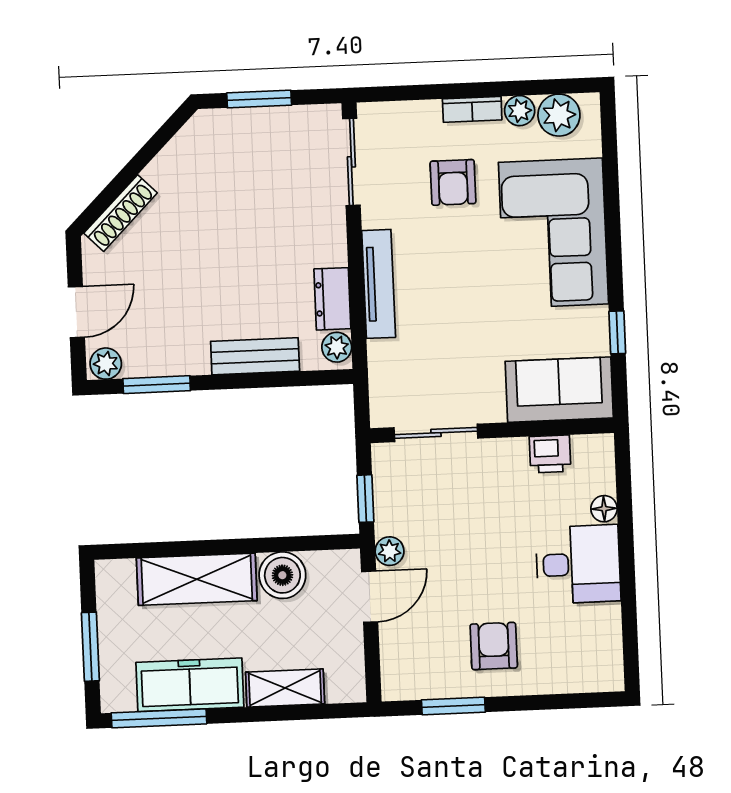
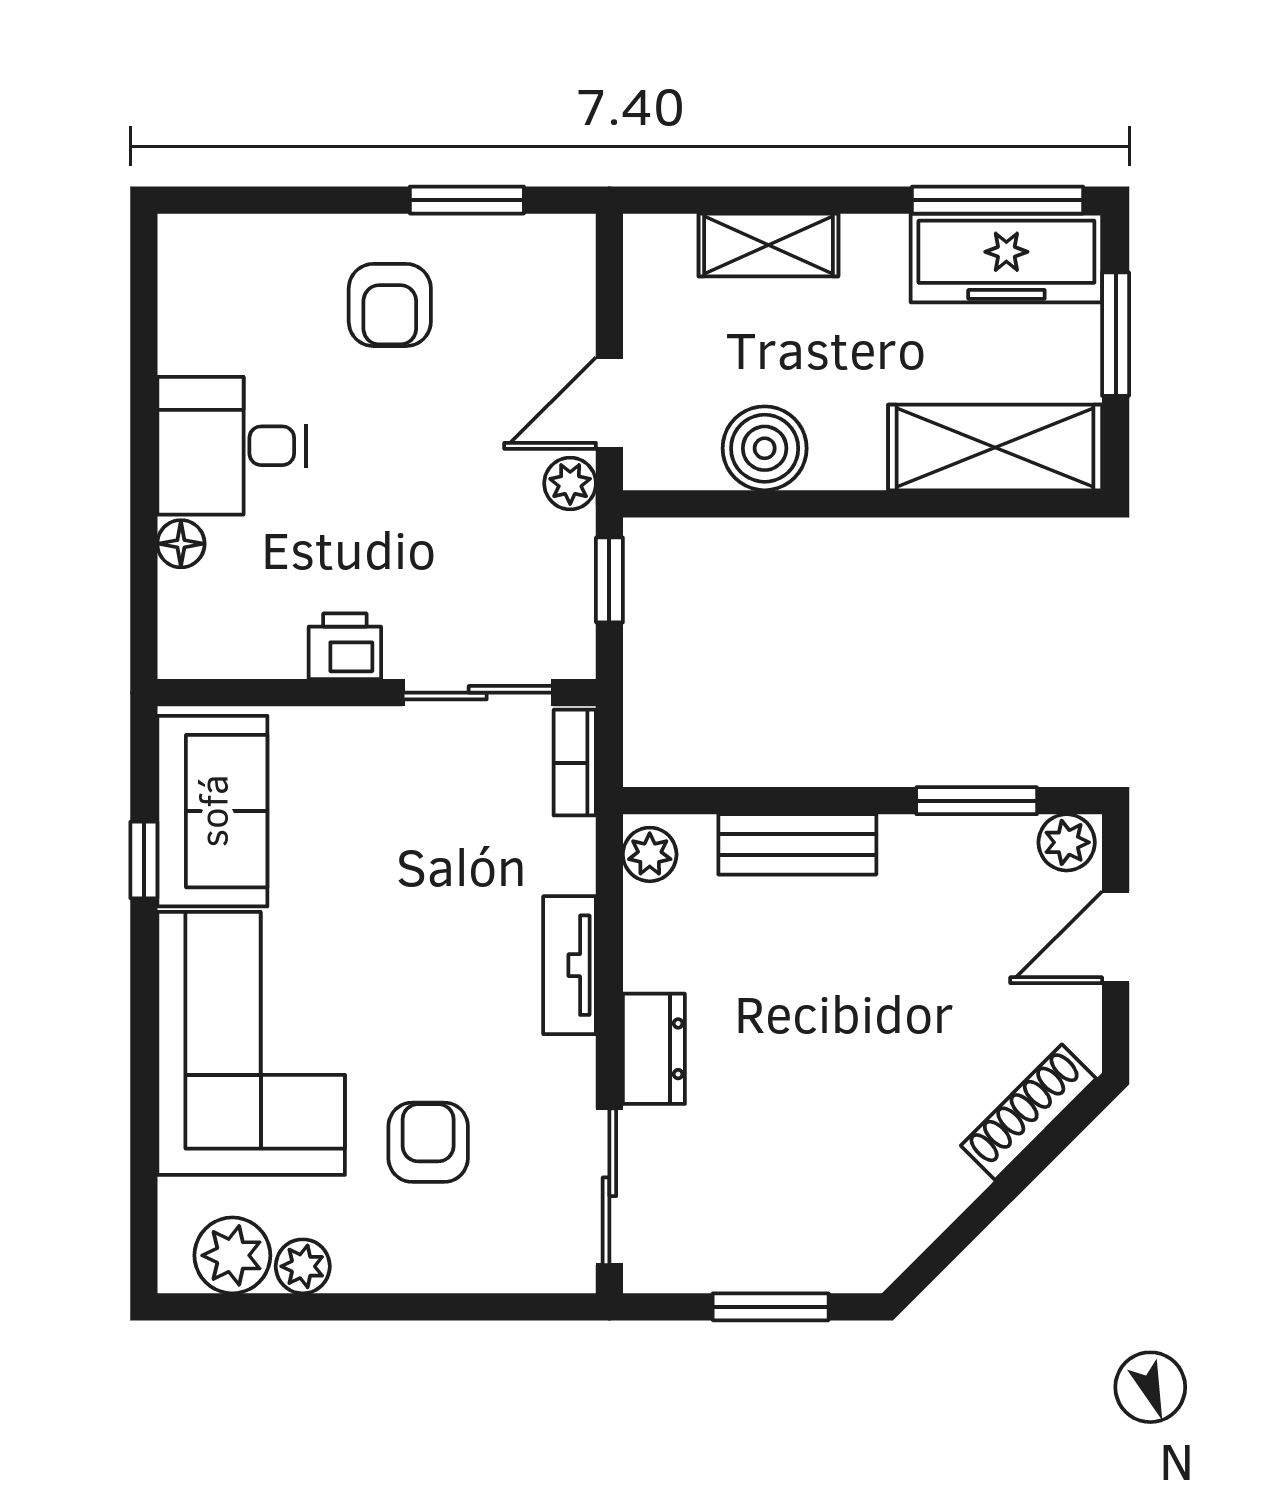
bookcase: (472, 109) -> (575, 763), moved, turned -90
tv unit: (379, 284) -> (570, 965), width x0.71
dresser: (332, 299) -> (654, 1049), moved
sofa: (559, 390) -> (212, 811), moved, turned -90
printer: (550, 454) -> (345, 646), moved
shelving: (197, 579) -> (995, 447), moved
freezer: (190, 685) -> (1006, 258), moved

